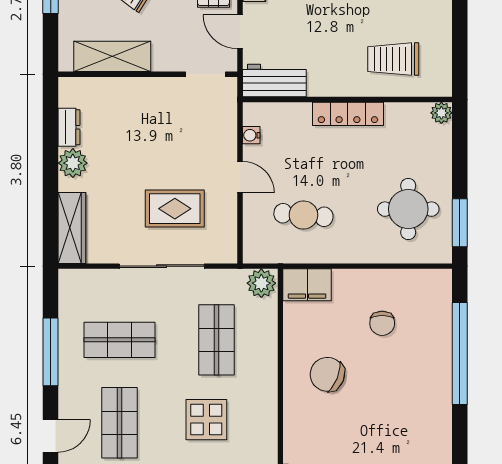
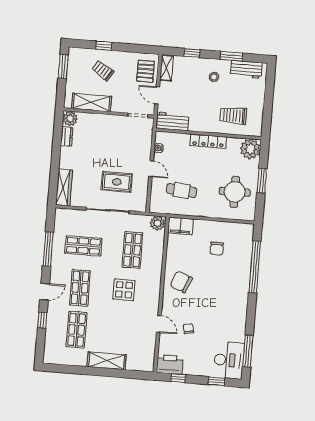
plant: (441, 113) -> (250, 149), width x1.87, depth x1.87
plant: (73, 163) -> (70, 118), moved
window: (460, 223) -> (262, 181), moved
chair: (327, 374) -> (181, 282), moved

